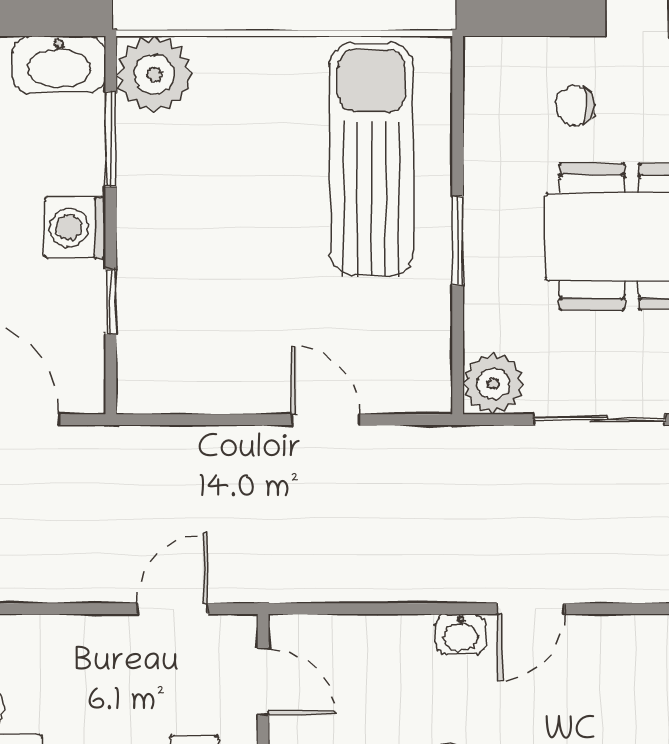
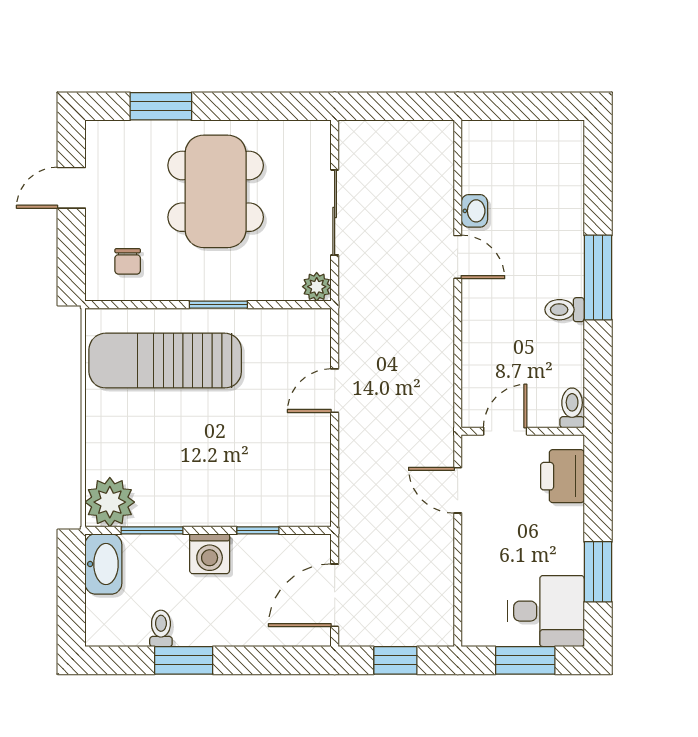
chair: (575, 106) -> (128, 261), moved
plant: (493, 384) -> (317, 287), width x0.73, depth x0.73
washbasin: (461, 634) -> (474, 211), moved

